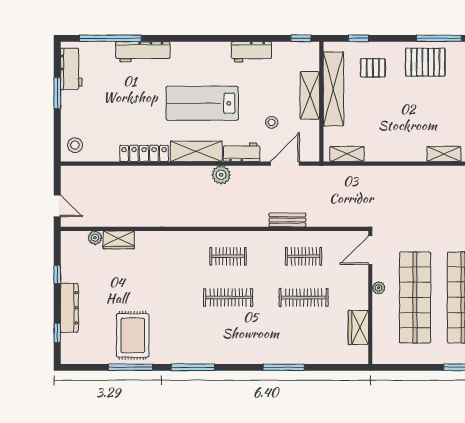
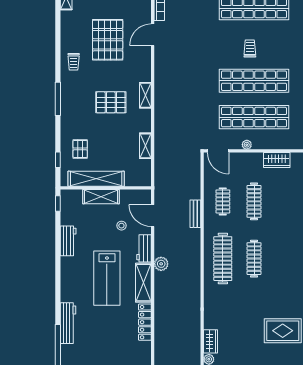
pallet: (425, 62) -> (111, 102), moved, turned 90
shelving: (347, 154) -> (145, 146), moved
clothes rail: (228, 256) -> (223, 259), width x1.86, depth x1.31

